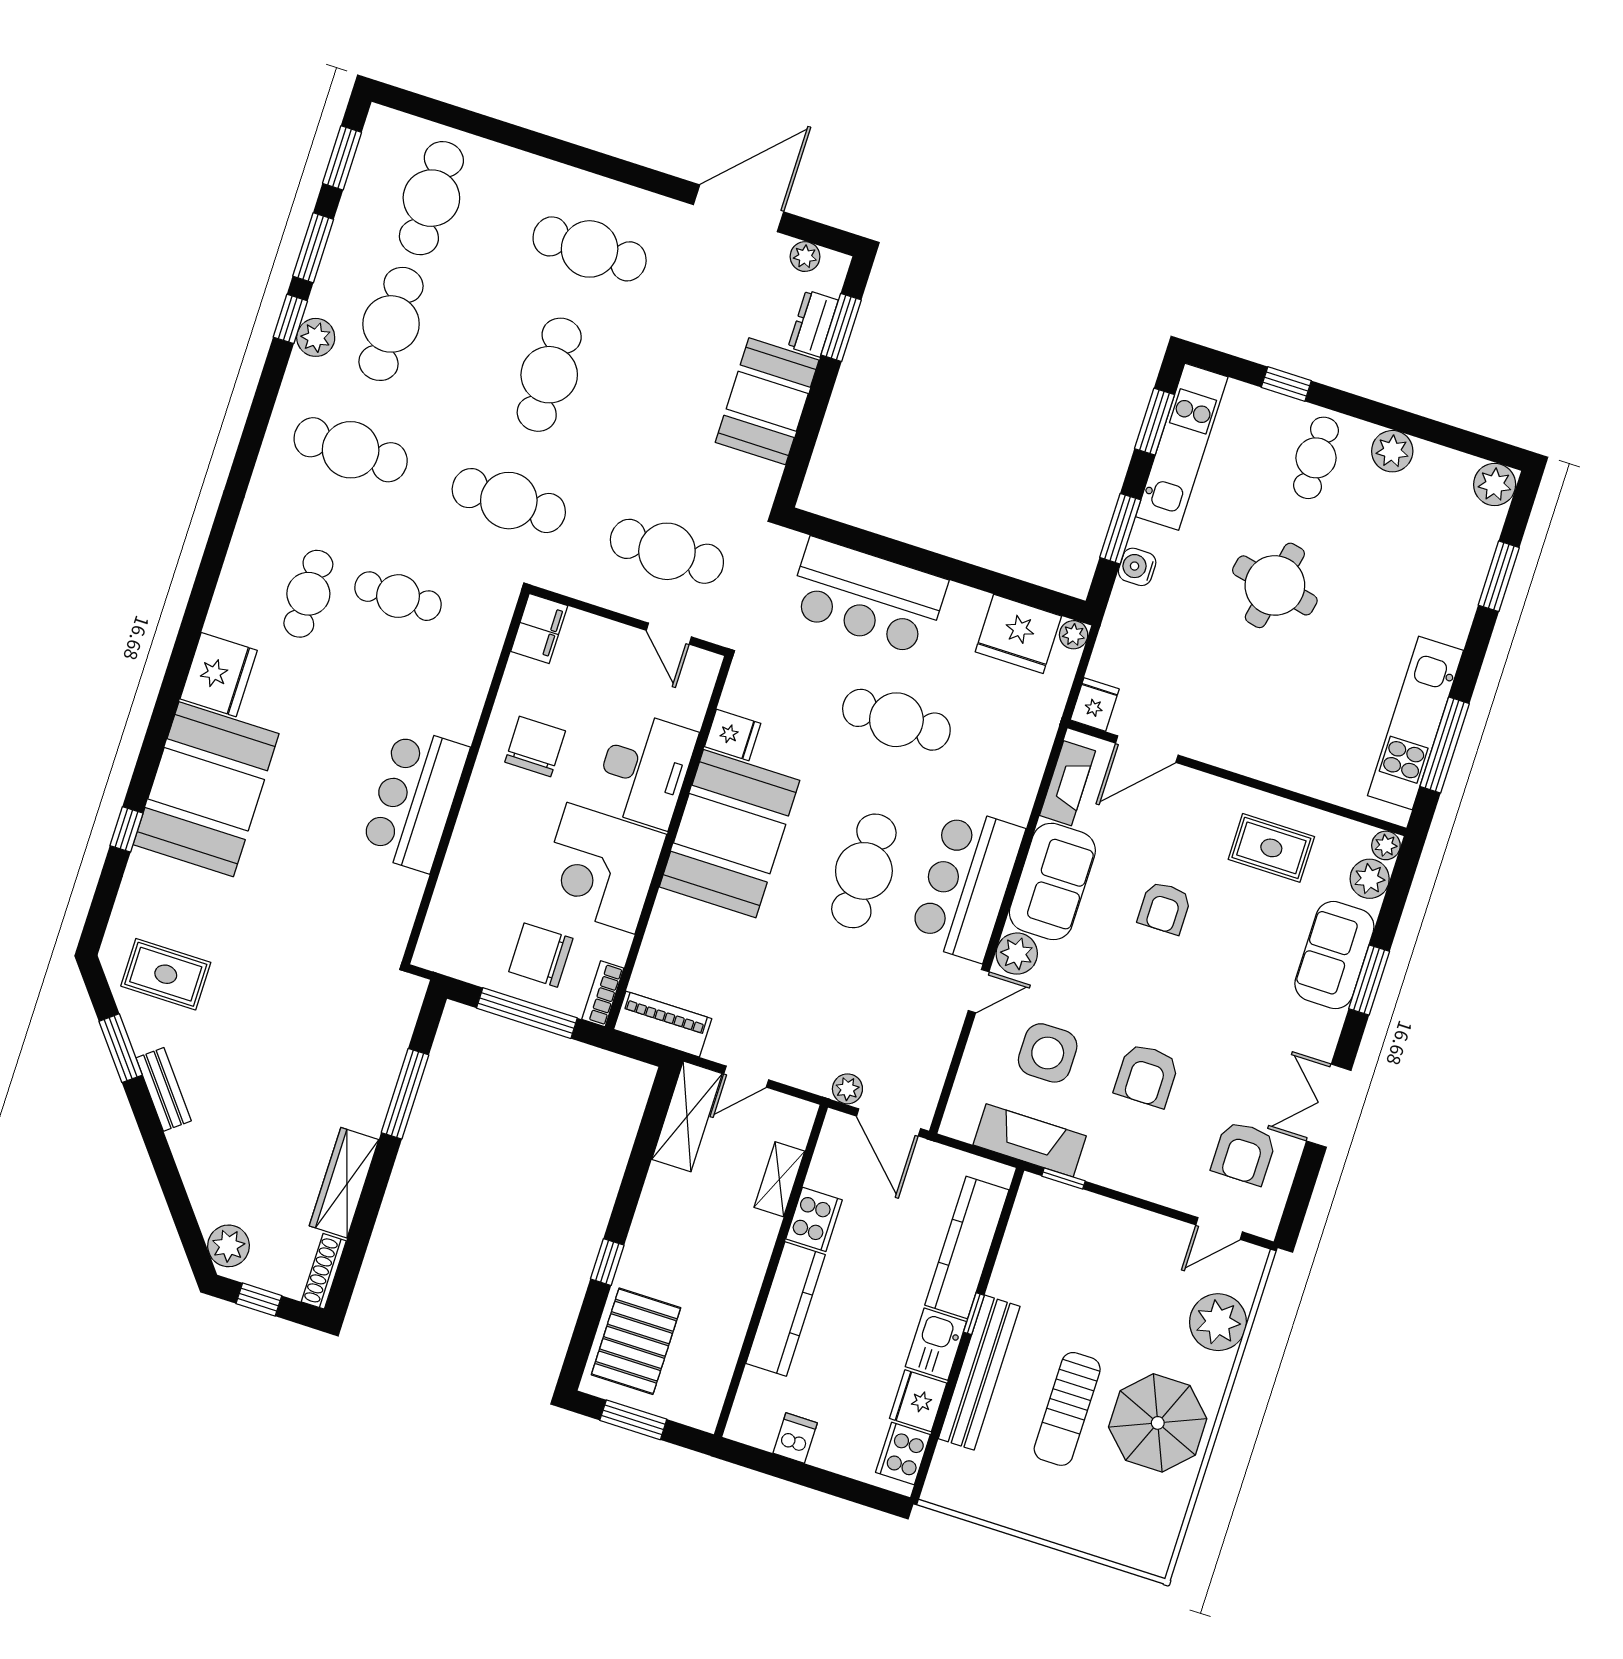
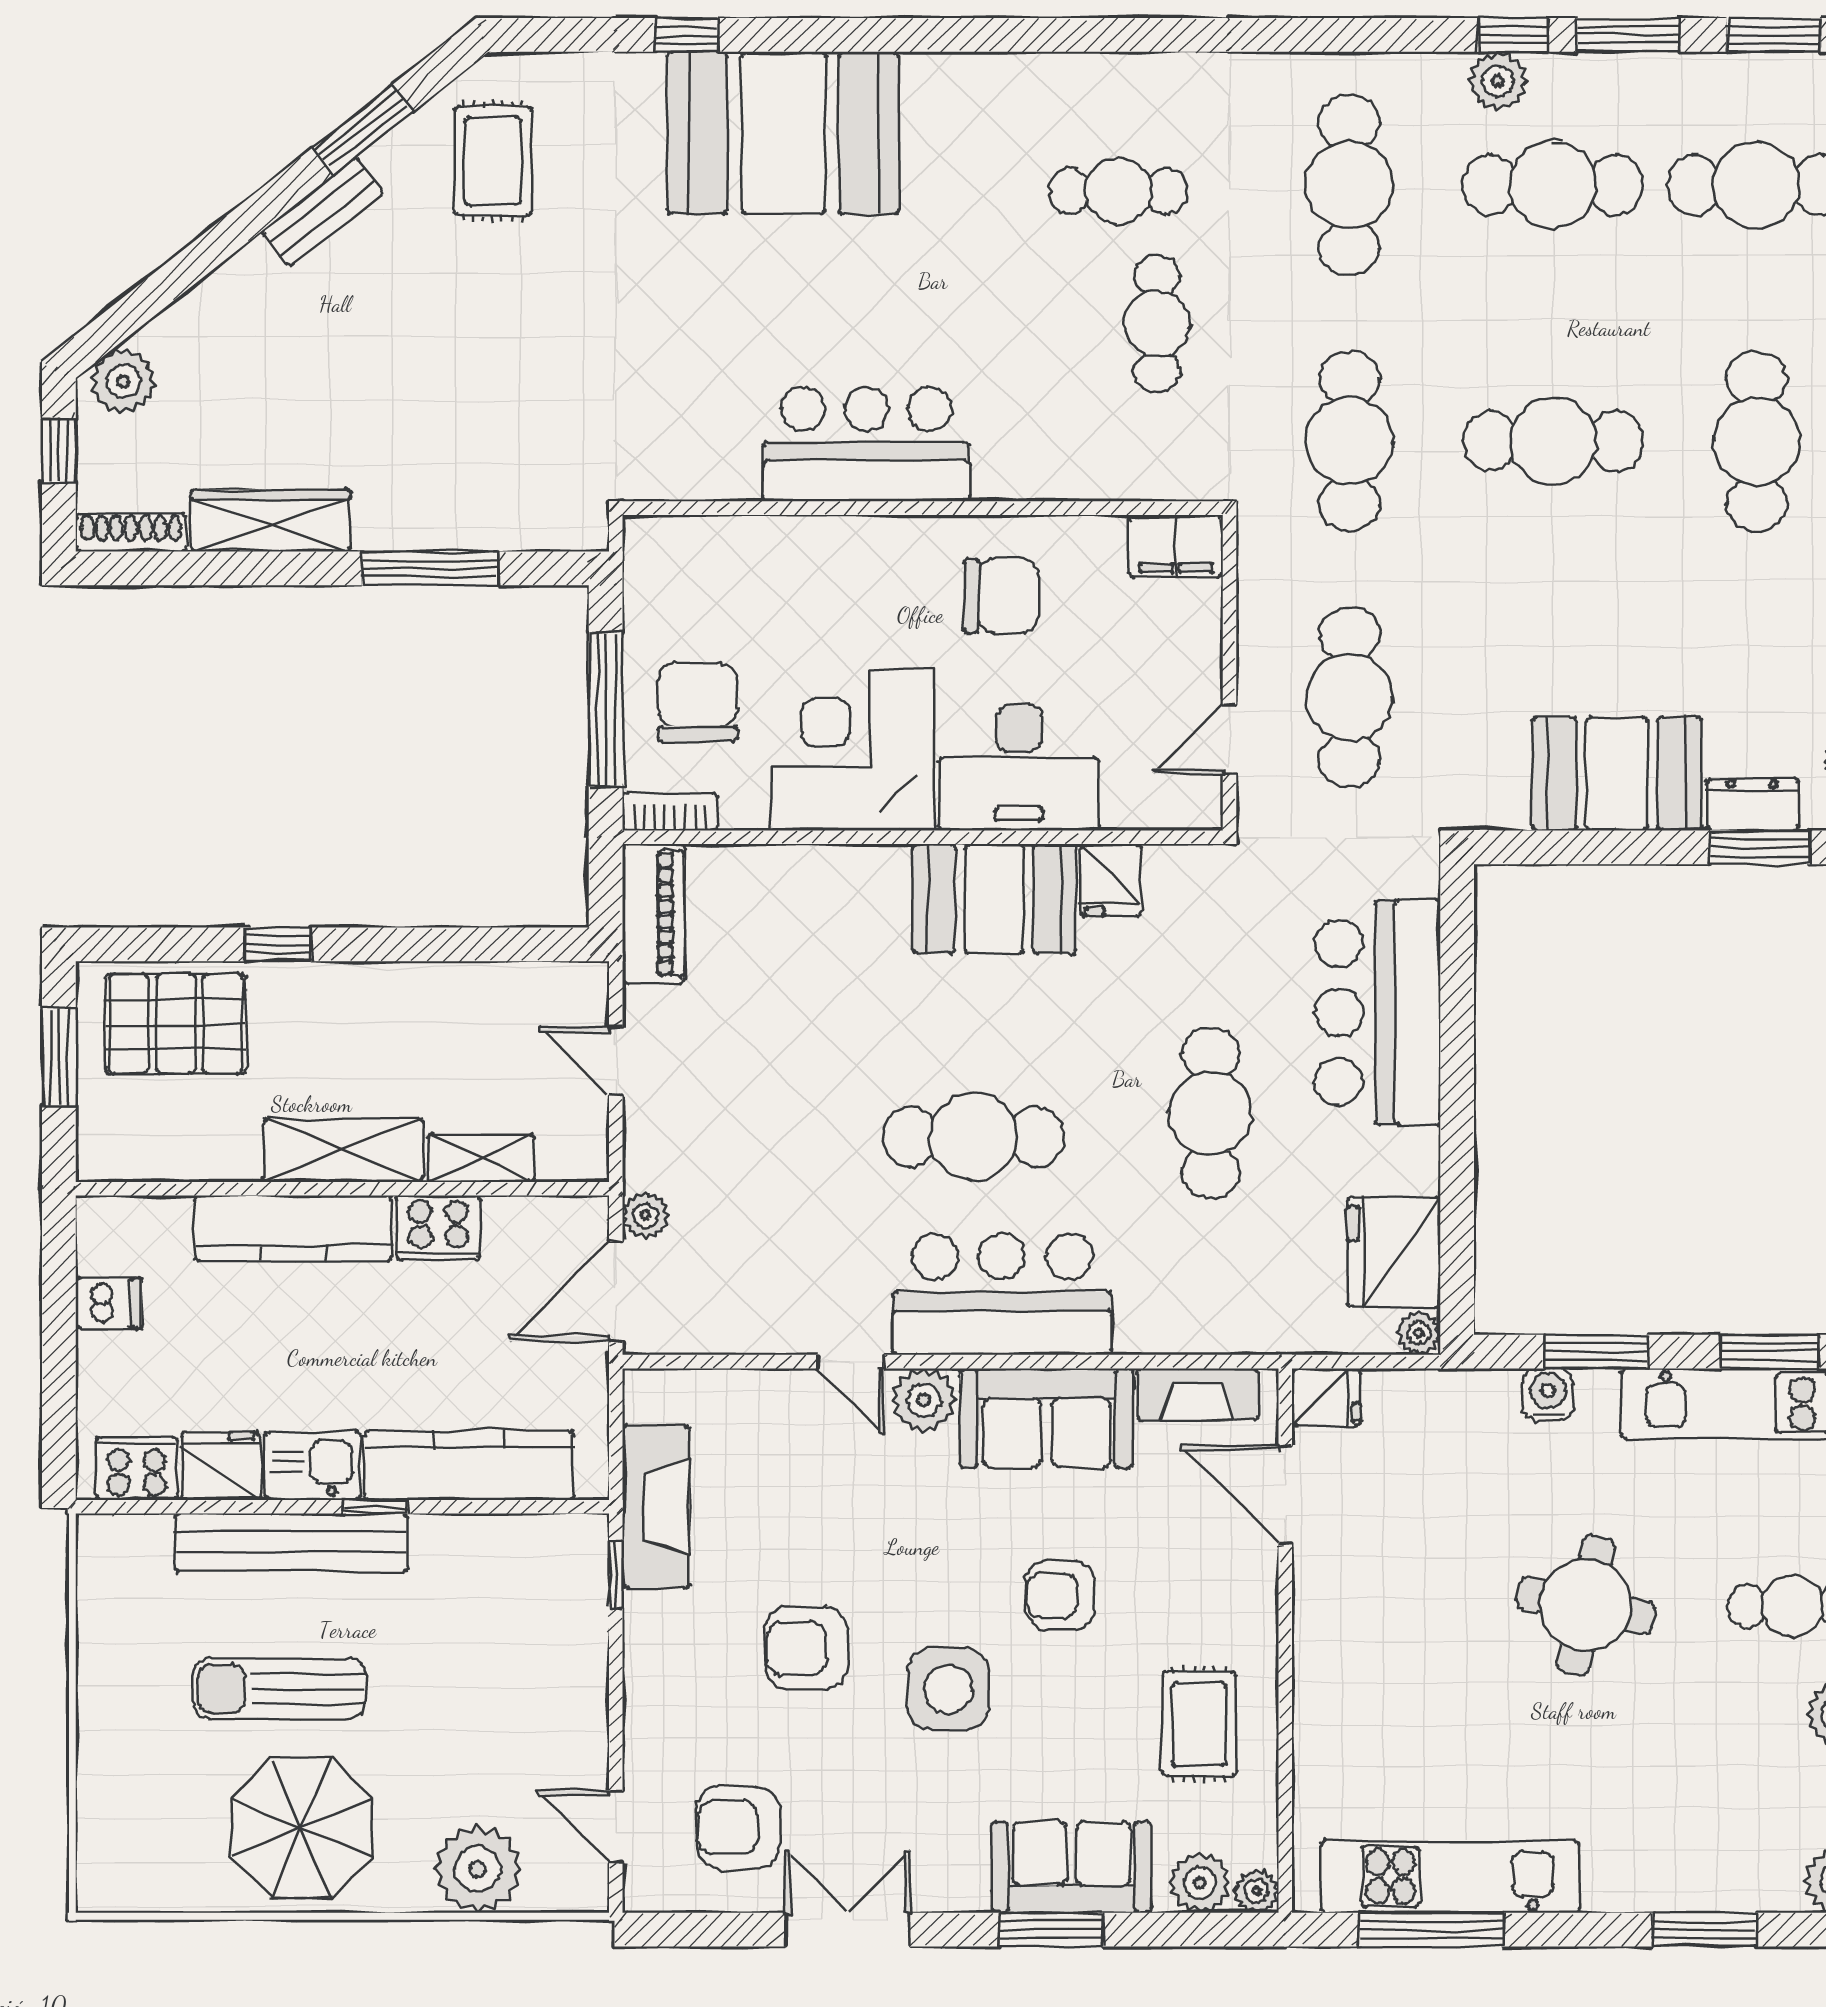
fridge: (219, 675) -> (957, 97), removed
booth: (730, 834) -> (994, 899), width x0.73, depth x0.70
side table: (1048, 1053) -> (948, 1689), moved
shelving: (687, 1116) -> (343, 1150), moved

